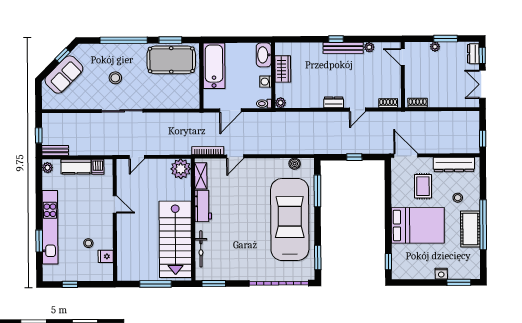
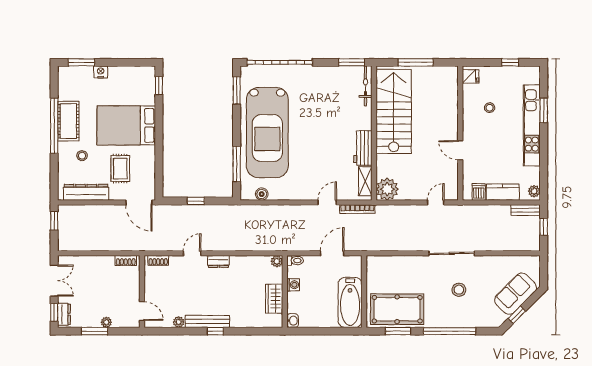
washbasin: (264, 55) -> (293, 321), width x0.52, depth x0.69
bicycle: (201, 249) -> (365, 86), moved
fridge: (106, 256) -> (471, 76), moved

